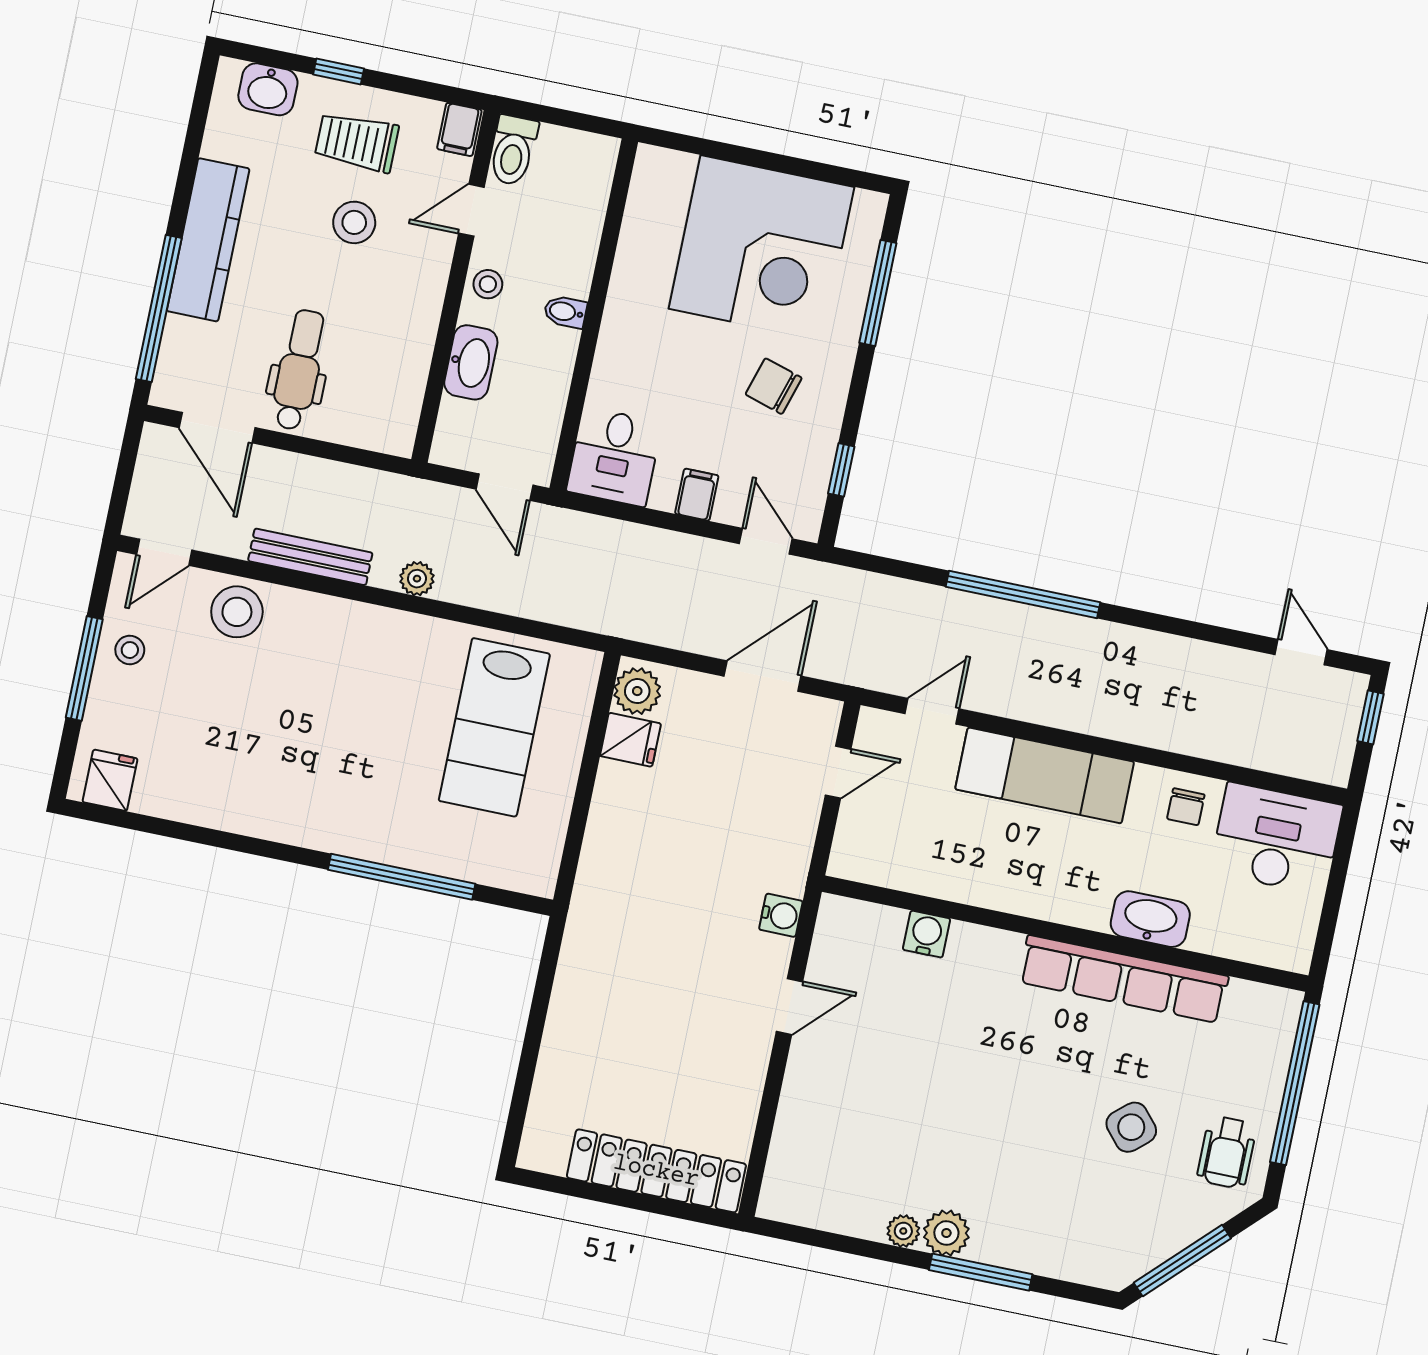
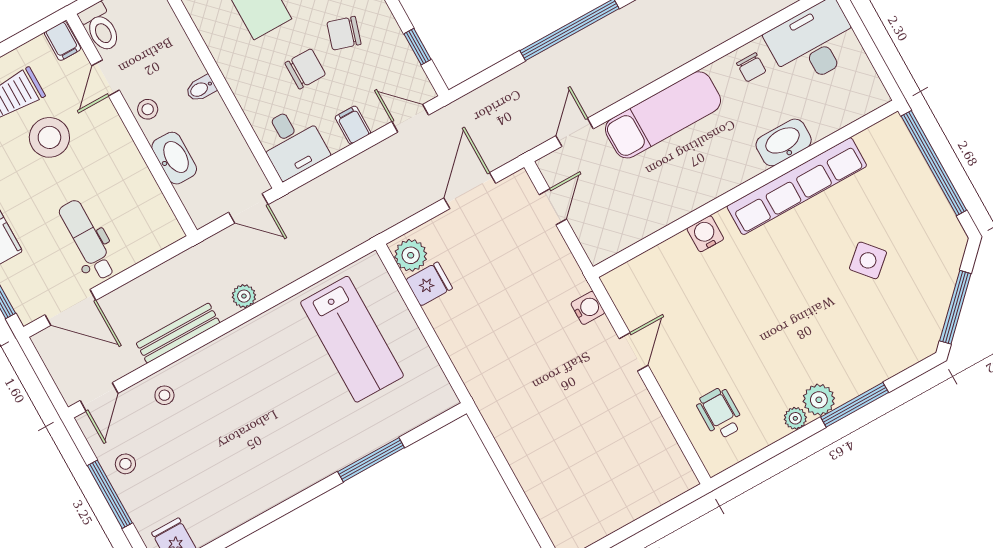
stool: (354, 222) -> (49, 137), width x1.38, depth x1.38
chair: (698, 388) -> (305, 69), added
stool: (237, 612) -> (164, 395), width x0.53, depth x0.53
window: (402, 877) -> (371, 460), width x0.68
water cooler: (927, 934) -> (705, 234), moved
wheelchair: (1227, 1152) -> (720, 413), moved, turned 180
locker: (656, 1171) -> (638, 499), removed

